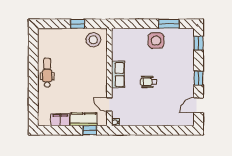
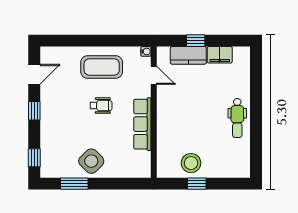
stool: (93, 40) -> (191, 163), moved
side table: (156, 41) -> (91, 161), turned 45
row of seats: (118, 74) -> (142, 124), width x1.48
coffee table: (148, 111) -> (102, 67), added
window: (90, 130) -> (196, 41), moved

